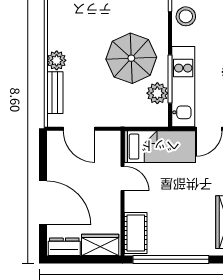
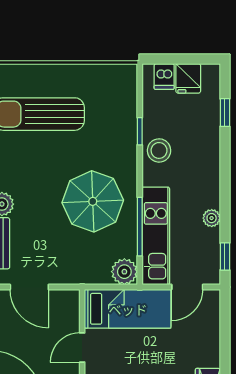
plant: (157, 93) -> (124, 272), moved
door: (123, 178) -> (82, 347), swing flipped

